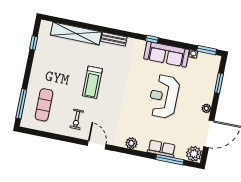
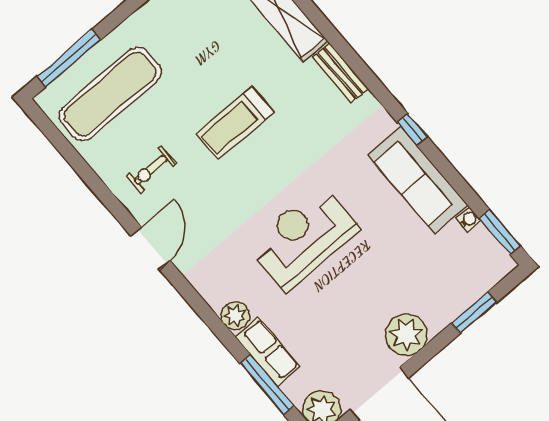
reception desk: (164, 97) -> (303, 237), moved
exercise mat: (44, 105) -> (110, 94), width x1.36, depth x1.45
plant: (206, 108) -> (406, 335), width x1.88, depth x1.88
plant: (131, 143) -> (235, 316), moved

